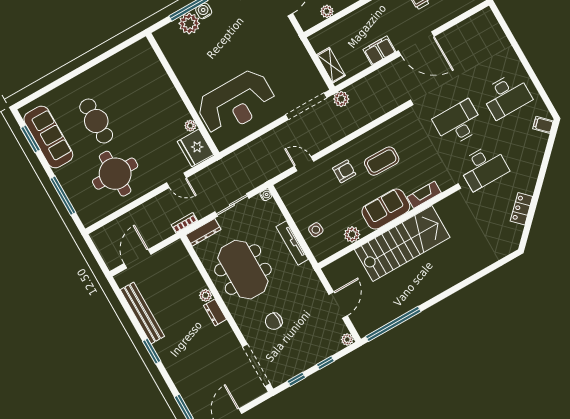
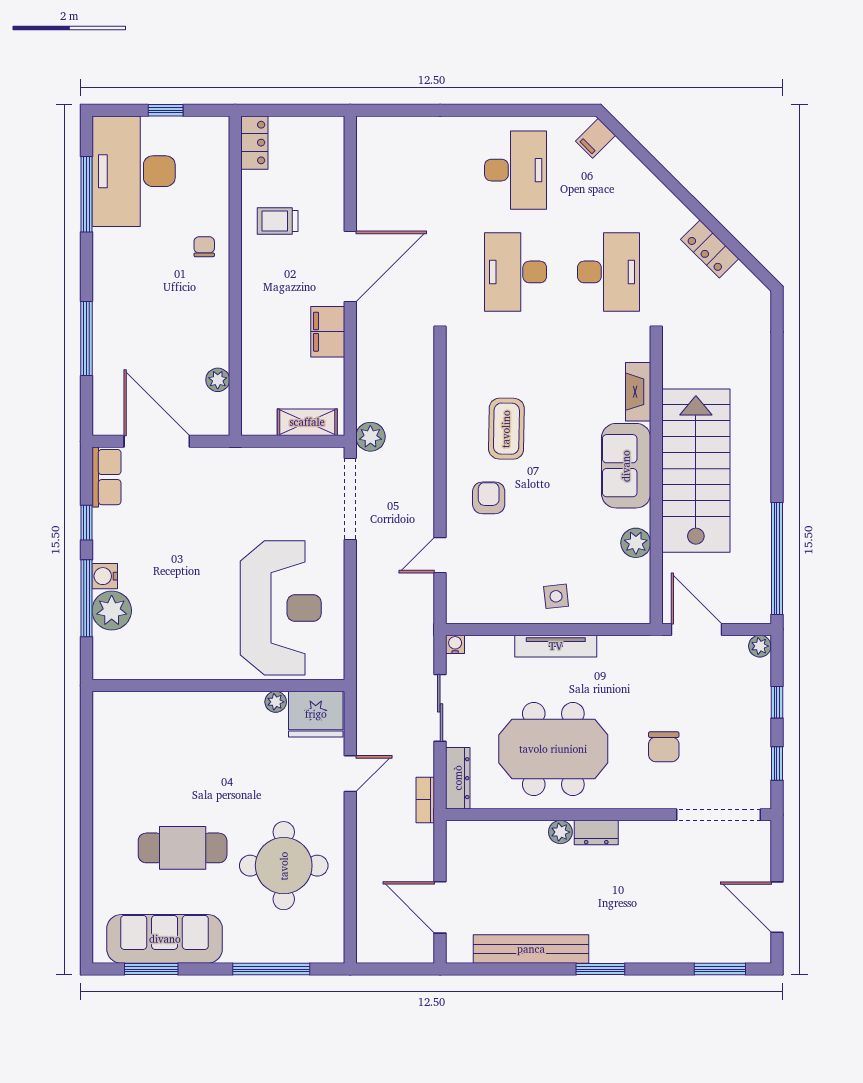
fireplace: (424, 195) -> (638, 392), moved
sofa: (386, 209) -> (626, 466), moved
wall: (387, 227) -> (656, 481), moved
plant: (352, 234) -> (636, 543), moved
stairs: (402, 243) -> (696, 471), moved

